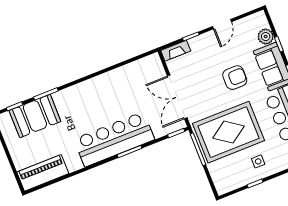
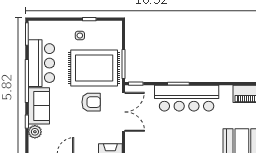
armchair: (235, 78) -> (91, 102), moved, turned 180

